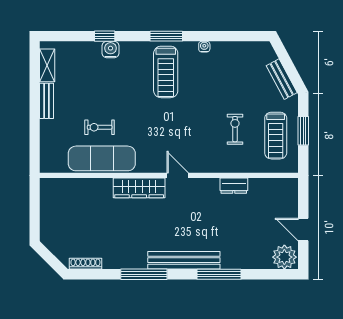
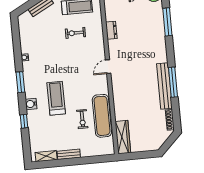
water cooler: (110, 50) -> (31, 104), moved
treadmill: (166, 72) -> (56, 98), moved, turned -90
wardrobe: (139, 188) -> (123, 137), moved
bench: (184, 260) -> (164, 86), moved
window: (219, 274) -> (167, 22), moved

